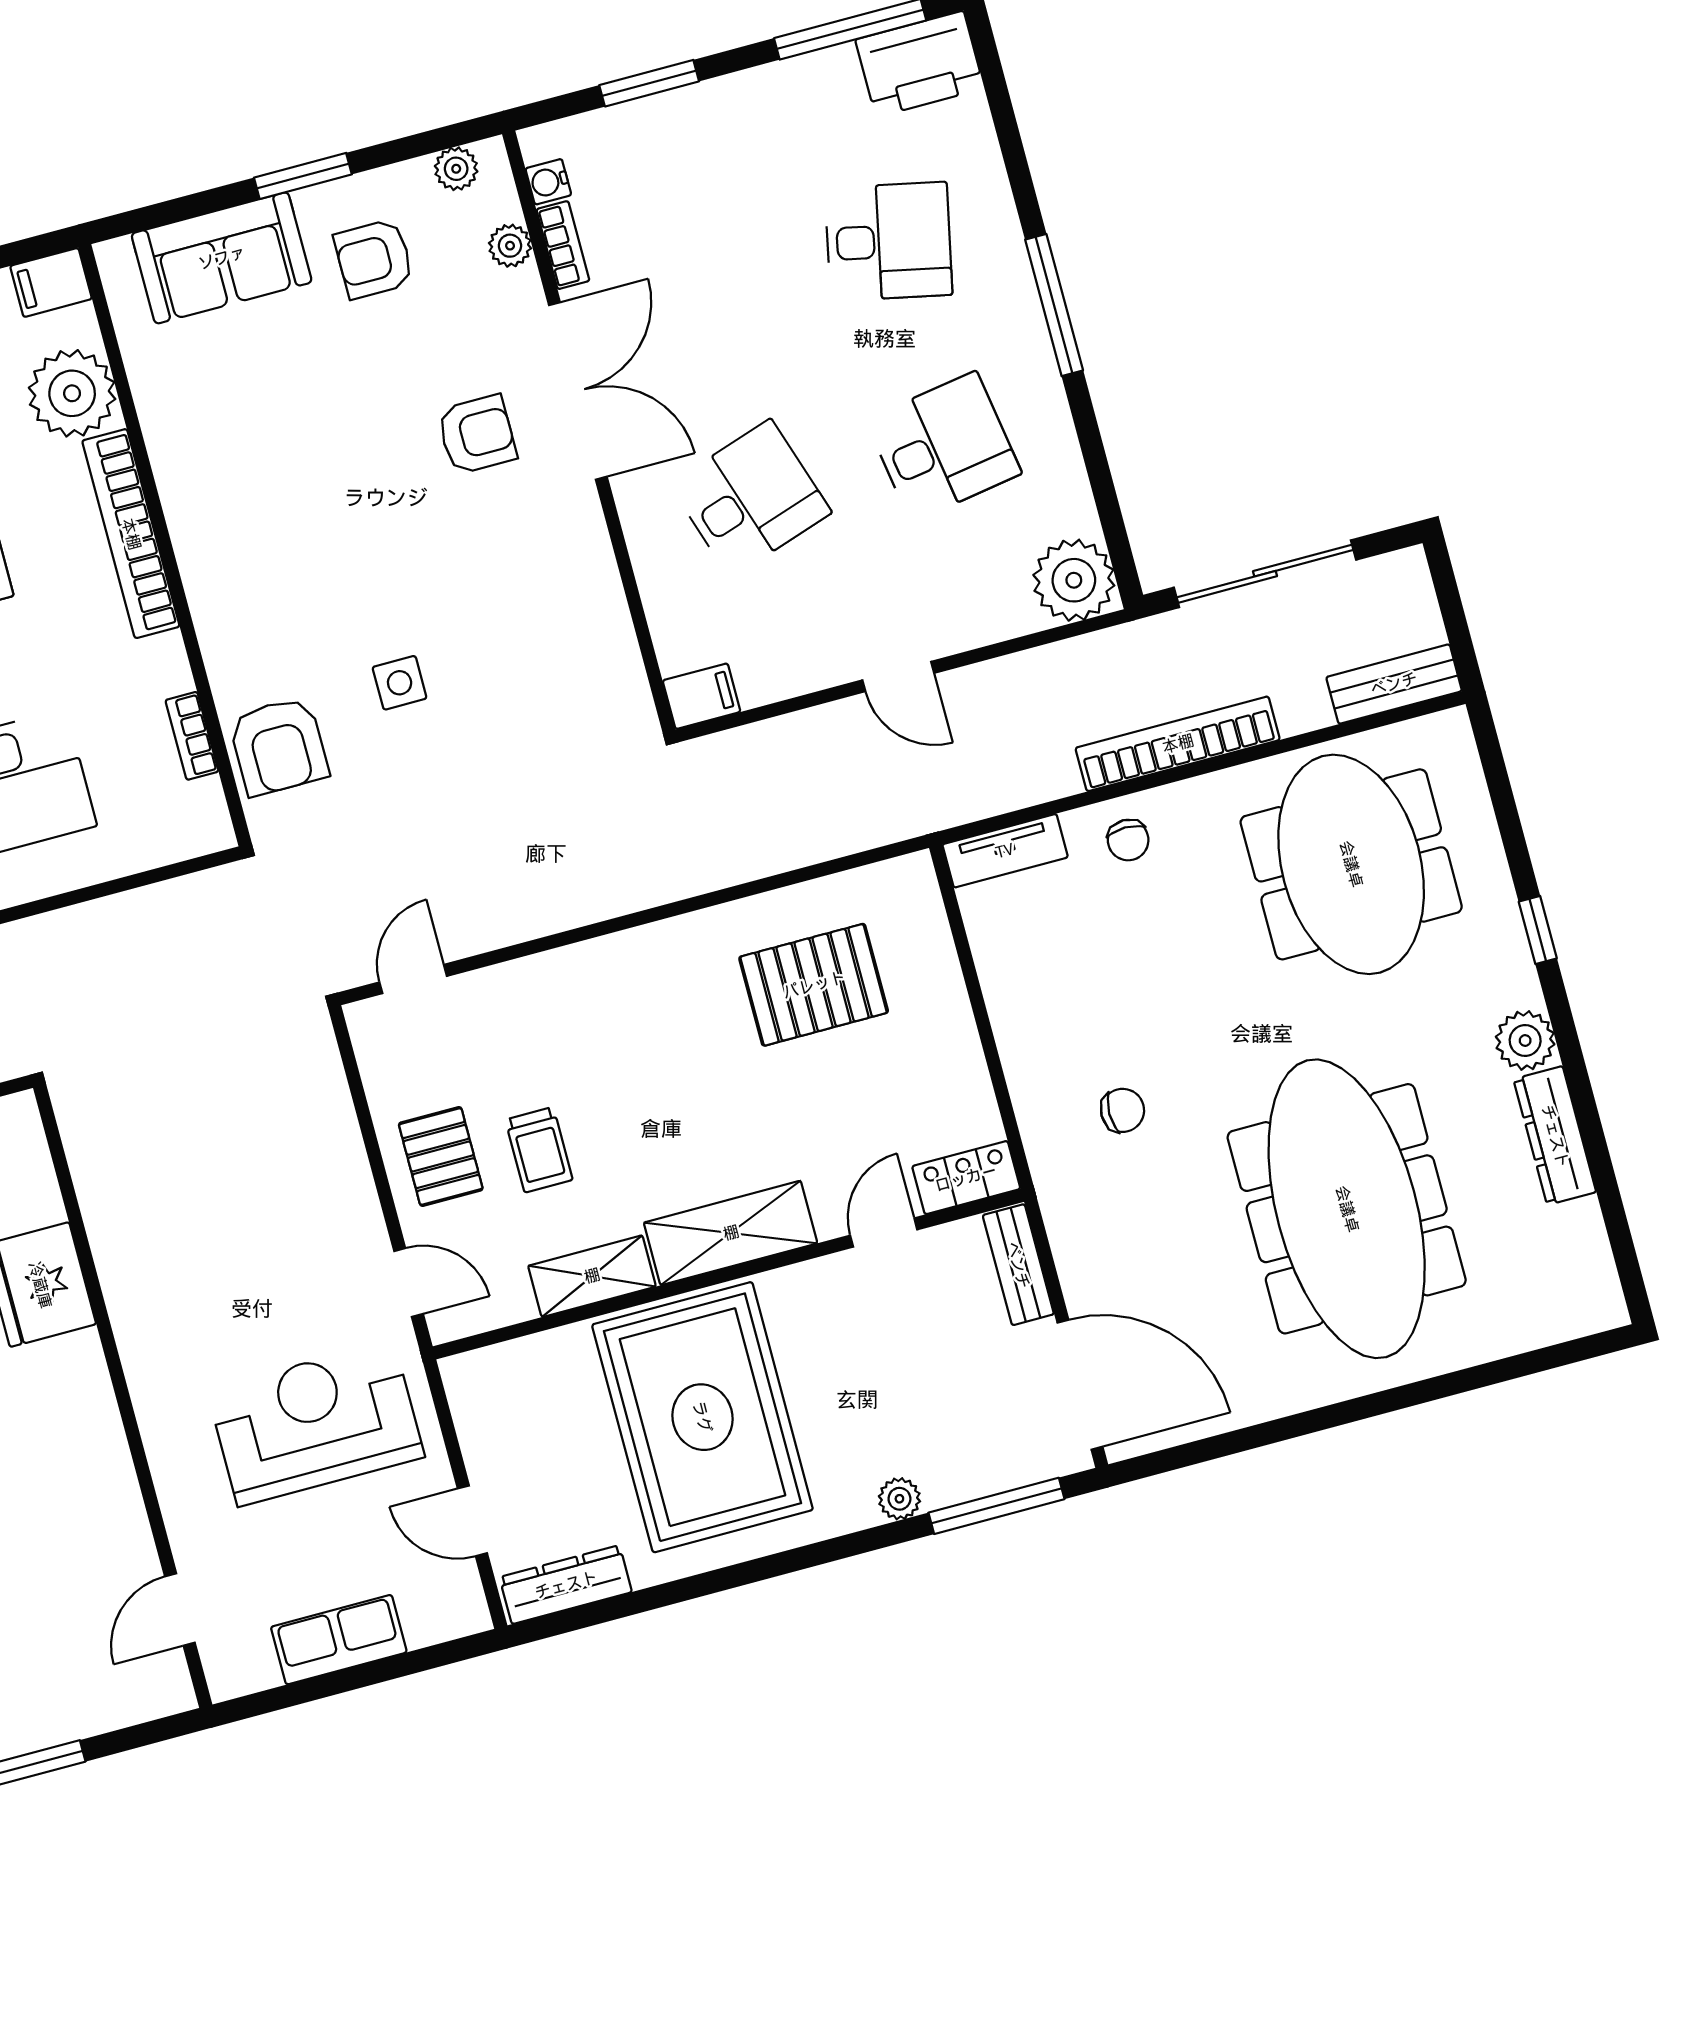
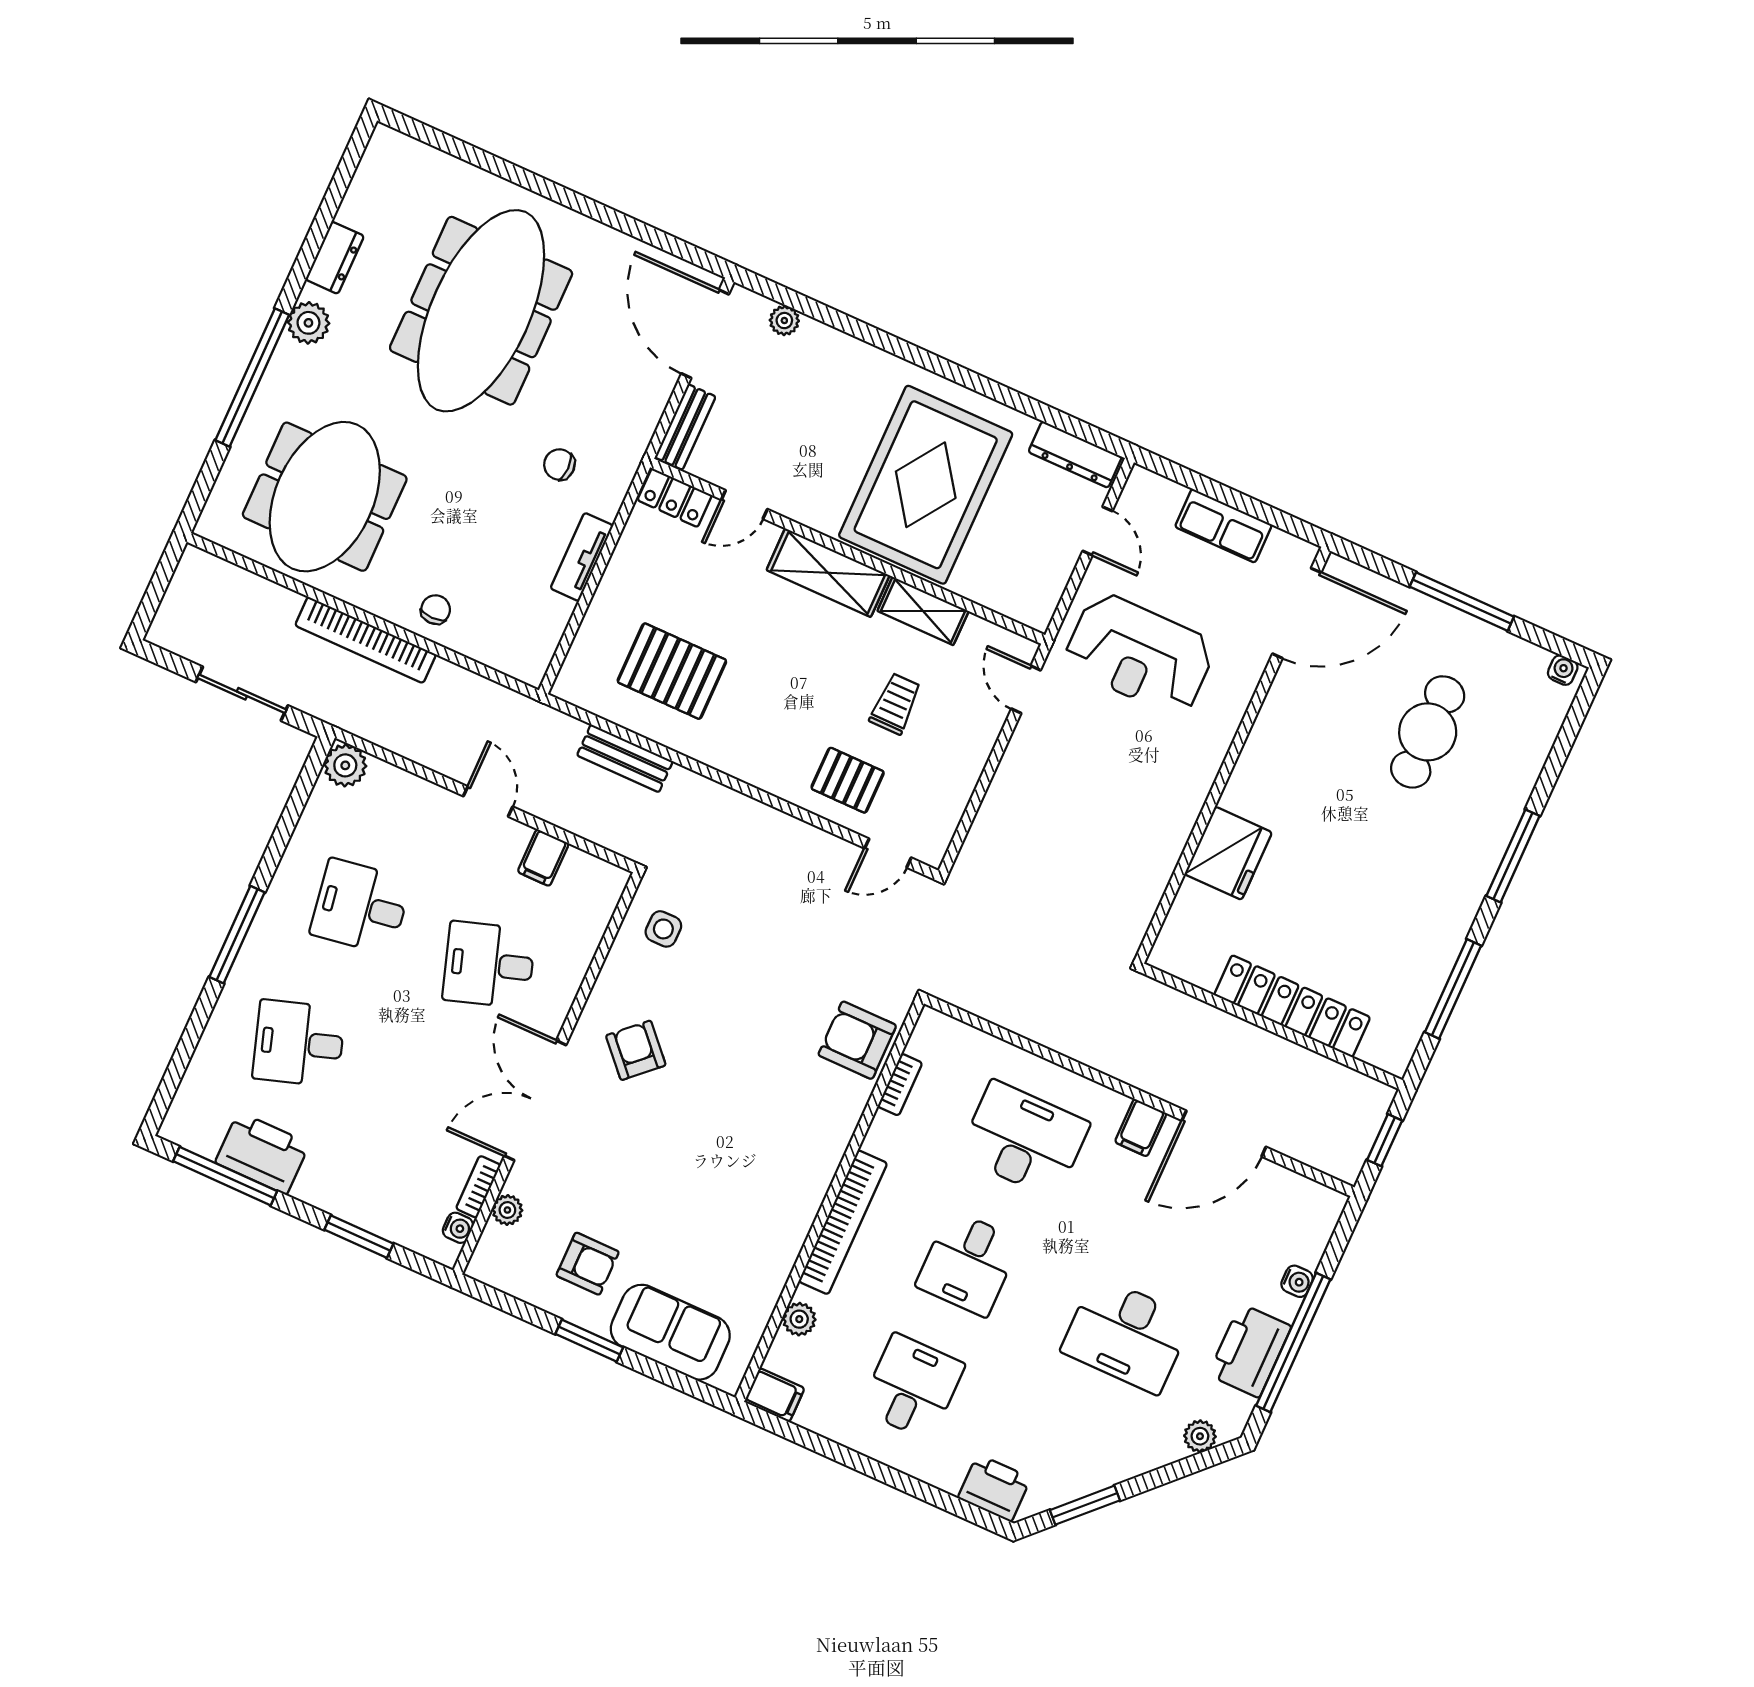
printer: (920, 64) -> (262, 1153), moved
plant: (456, 169) -> (502, 1276), removed
desk: (889, 241) -> (299, 1043), turned -30
plant: (72, 393) -> (799, 1319), width x0.53, depth x0.53
armchair: (477, 435) -> (636, 1050), moved, turned 47
sliding door: (1265, 574) -> (242, 694), width x0.73
plant: (1074, 580) -> (345, 765), width x0.73, depth x0.73
side table: (400, 683) -> (663, 929), moved
bench: (1394, 684) -> (625, 758), moved
filing cabinet: (702, 696) -> (543, 858), moved, turned -90
armchair: (279, 746) -> (857, 1040), turned -90
tv unit: (1005, 851) -> (582, 557), moved, turned -90
window: (1538, 930) -> (252, 378), width x3.17
dresser: (1555, 1136) -> (335, 258), width x0.70
pallet: (441, 1157) -> (848, 780), moved, turned 90
plant: (899, 1499) -> (784, 321), moved
window: (996, 1506) -> (805, 305), removed
door: (180, 1610) -> (1297, 613), width x1.88

